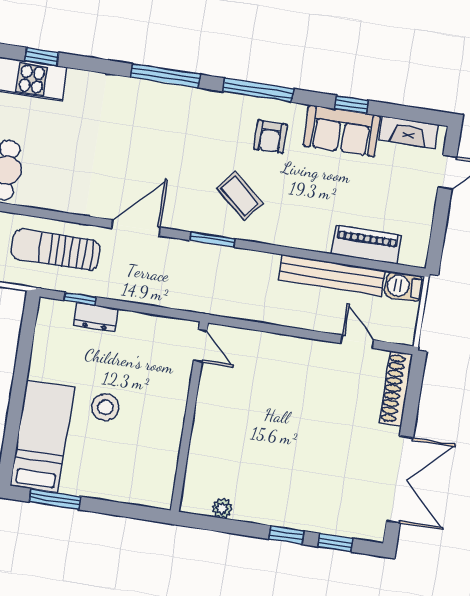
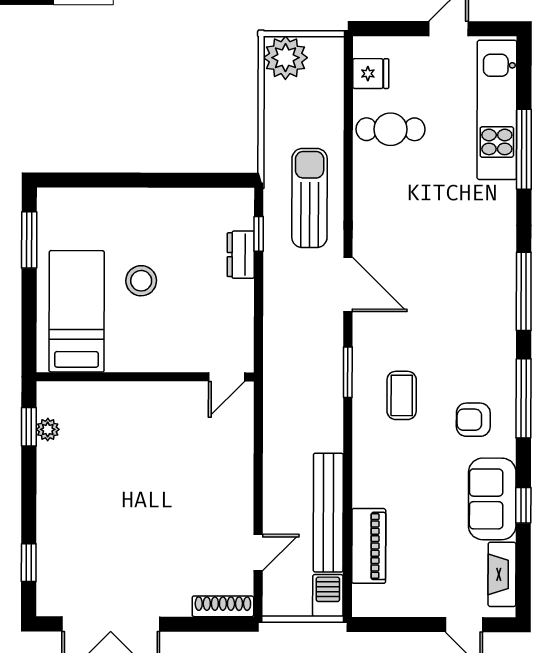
window: (42, 57) -> (524, 149), width x2.17
coffee table: (240, 196) -> (402, 395), turned -40
shoe rack: (396, 389) -> (223, 606), width x0.74, depth x0.81
bed: (42, 436) -> (77, 311), moved, turned -90
window: (286, 535) -> (29, 427), moved

